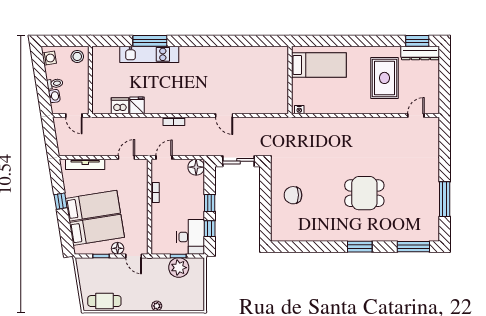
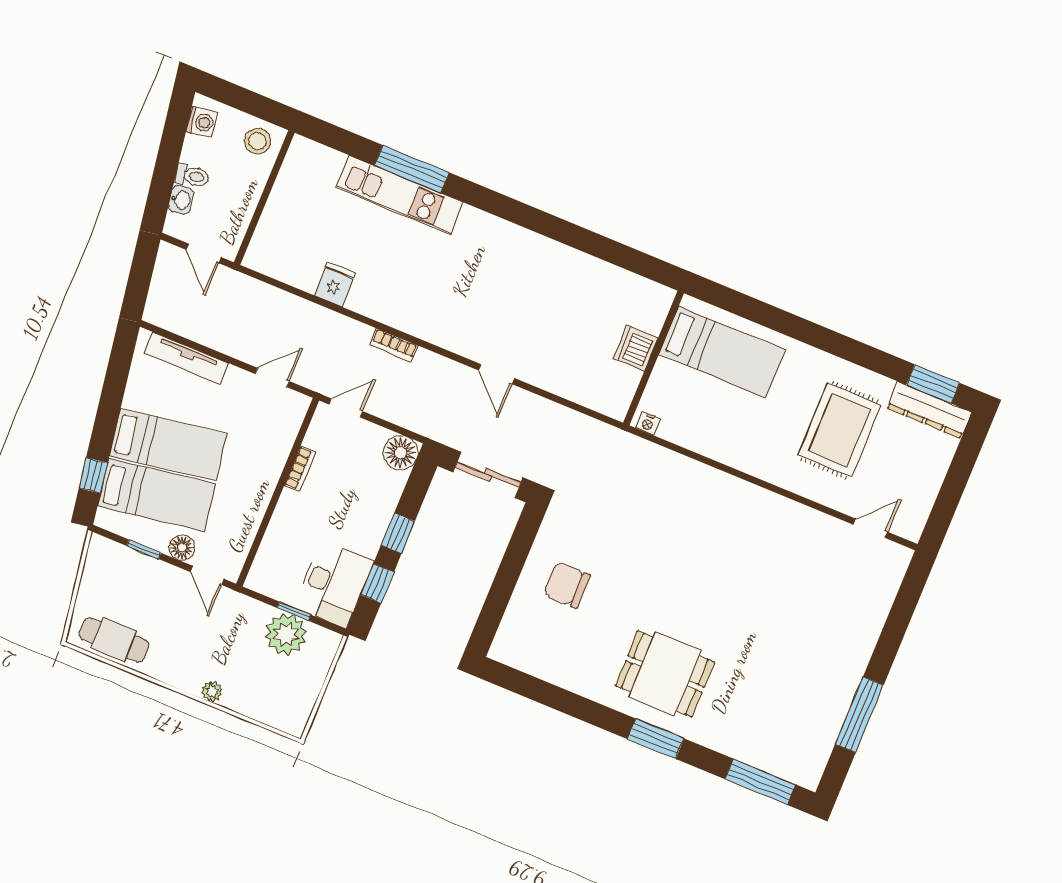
dishwasher: (120, 106) -> (635, 348), moved, turned -90
dining table: (364, 193) -> (665, 674), moved
window: (61, 201) -> (93, 475), moved

